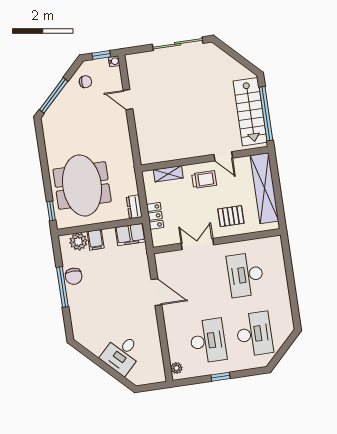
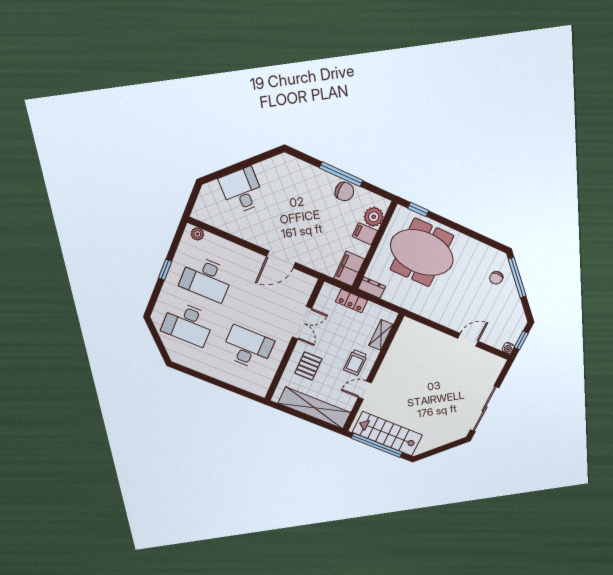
chair: (85, 82) -> (496, 278), moved
chair: (74, 276) -> (344, 192), turned 180

